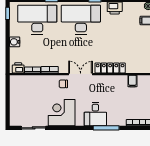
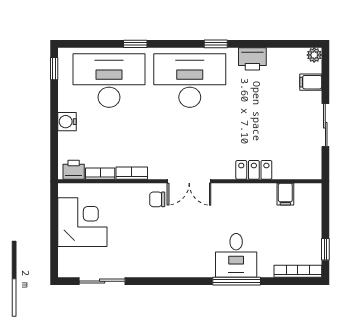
locker: (110, 68) -> (254, 170), width x0.66
double door: (81, 74) -> (189, 181), swing flipped
corner desk: (62, 113) -> (82, 222), moved, turned 90
desk: (95, 114) -> (236, 255), moved

